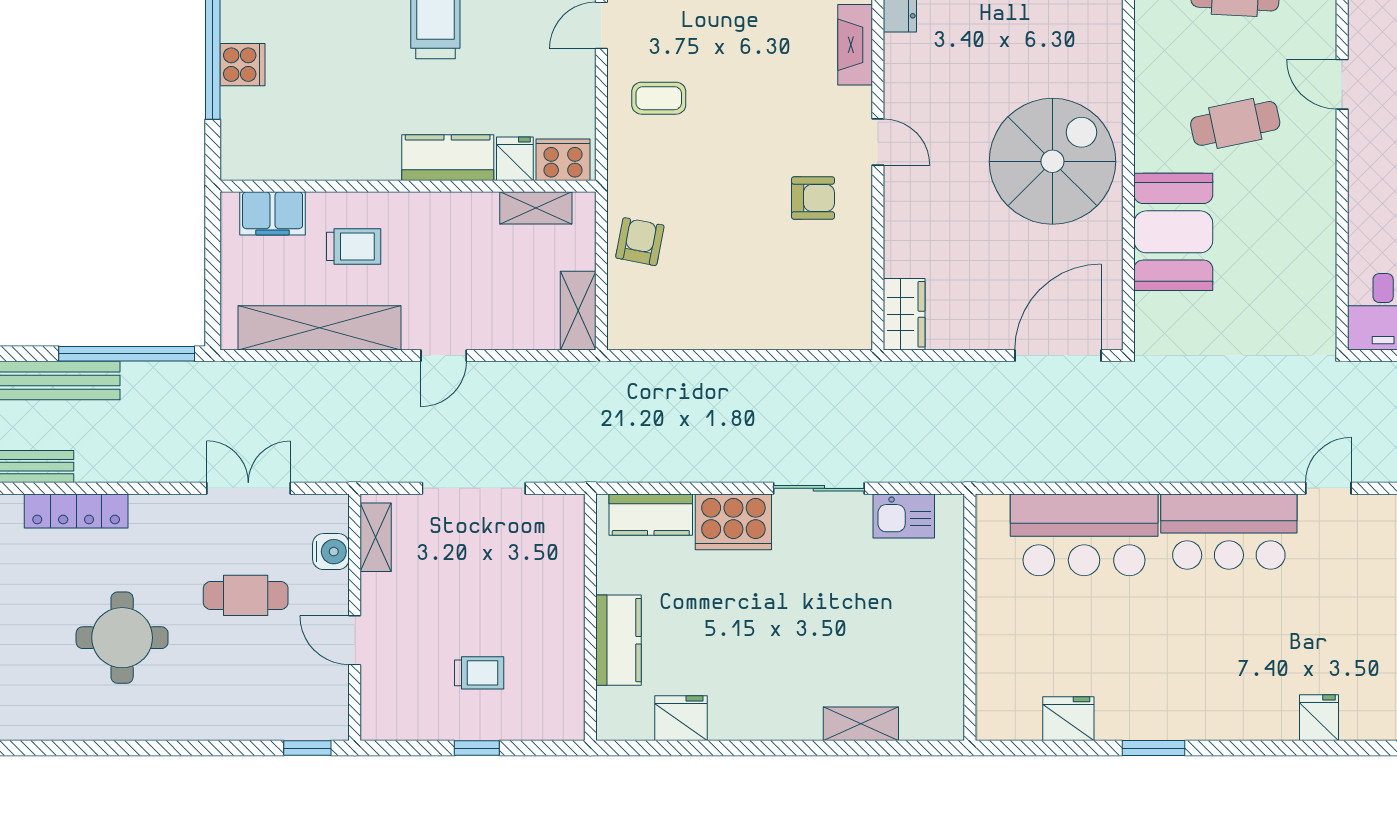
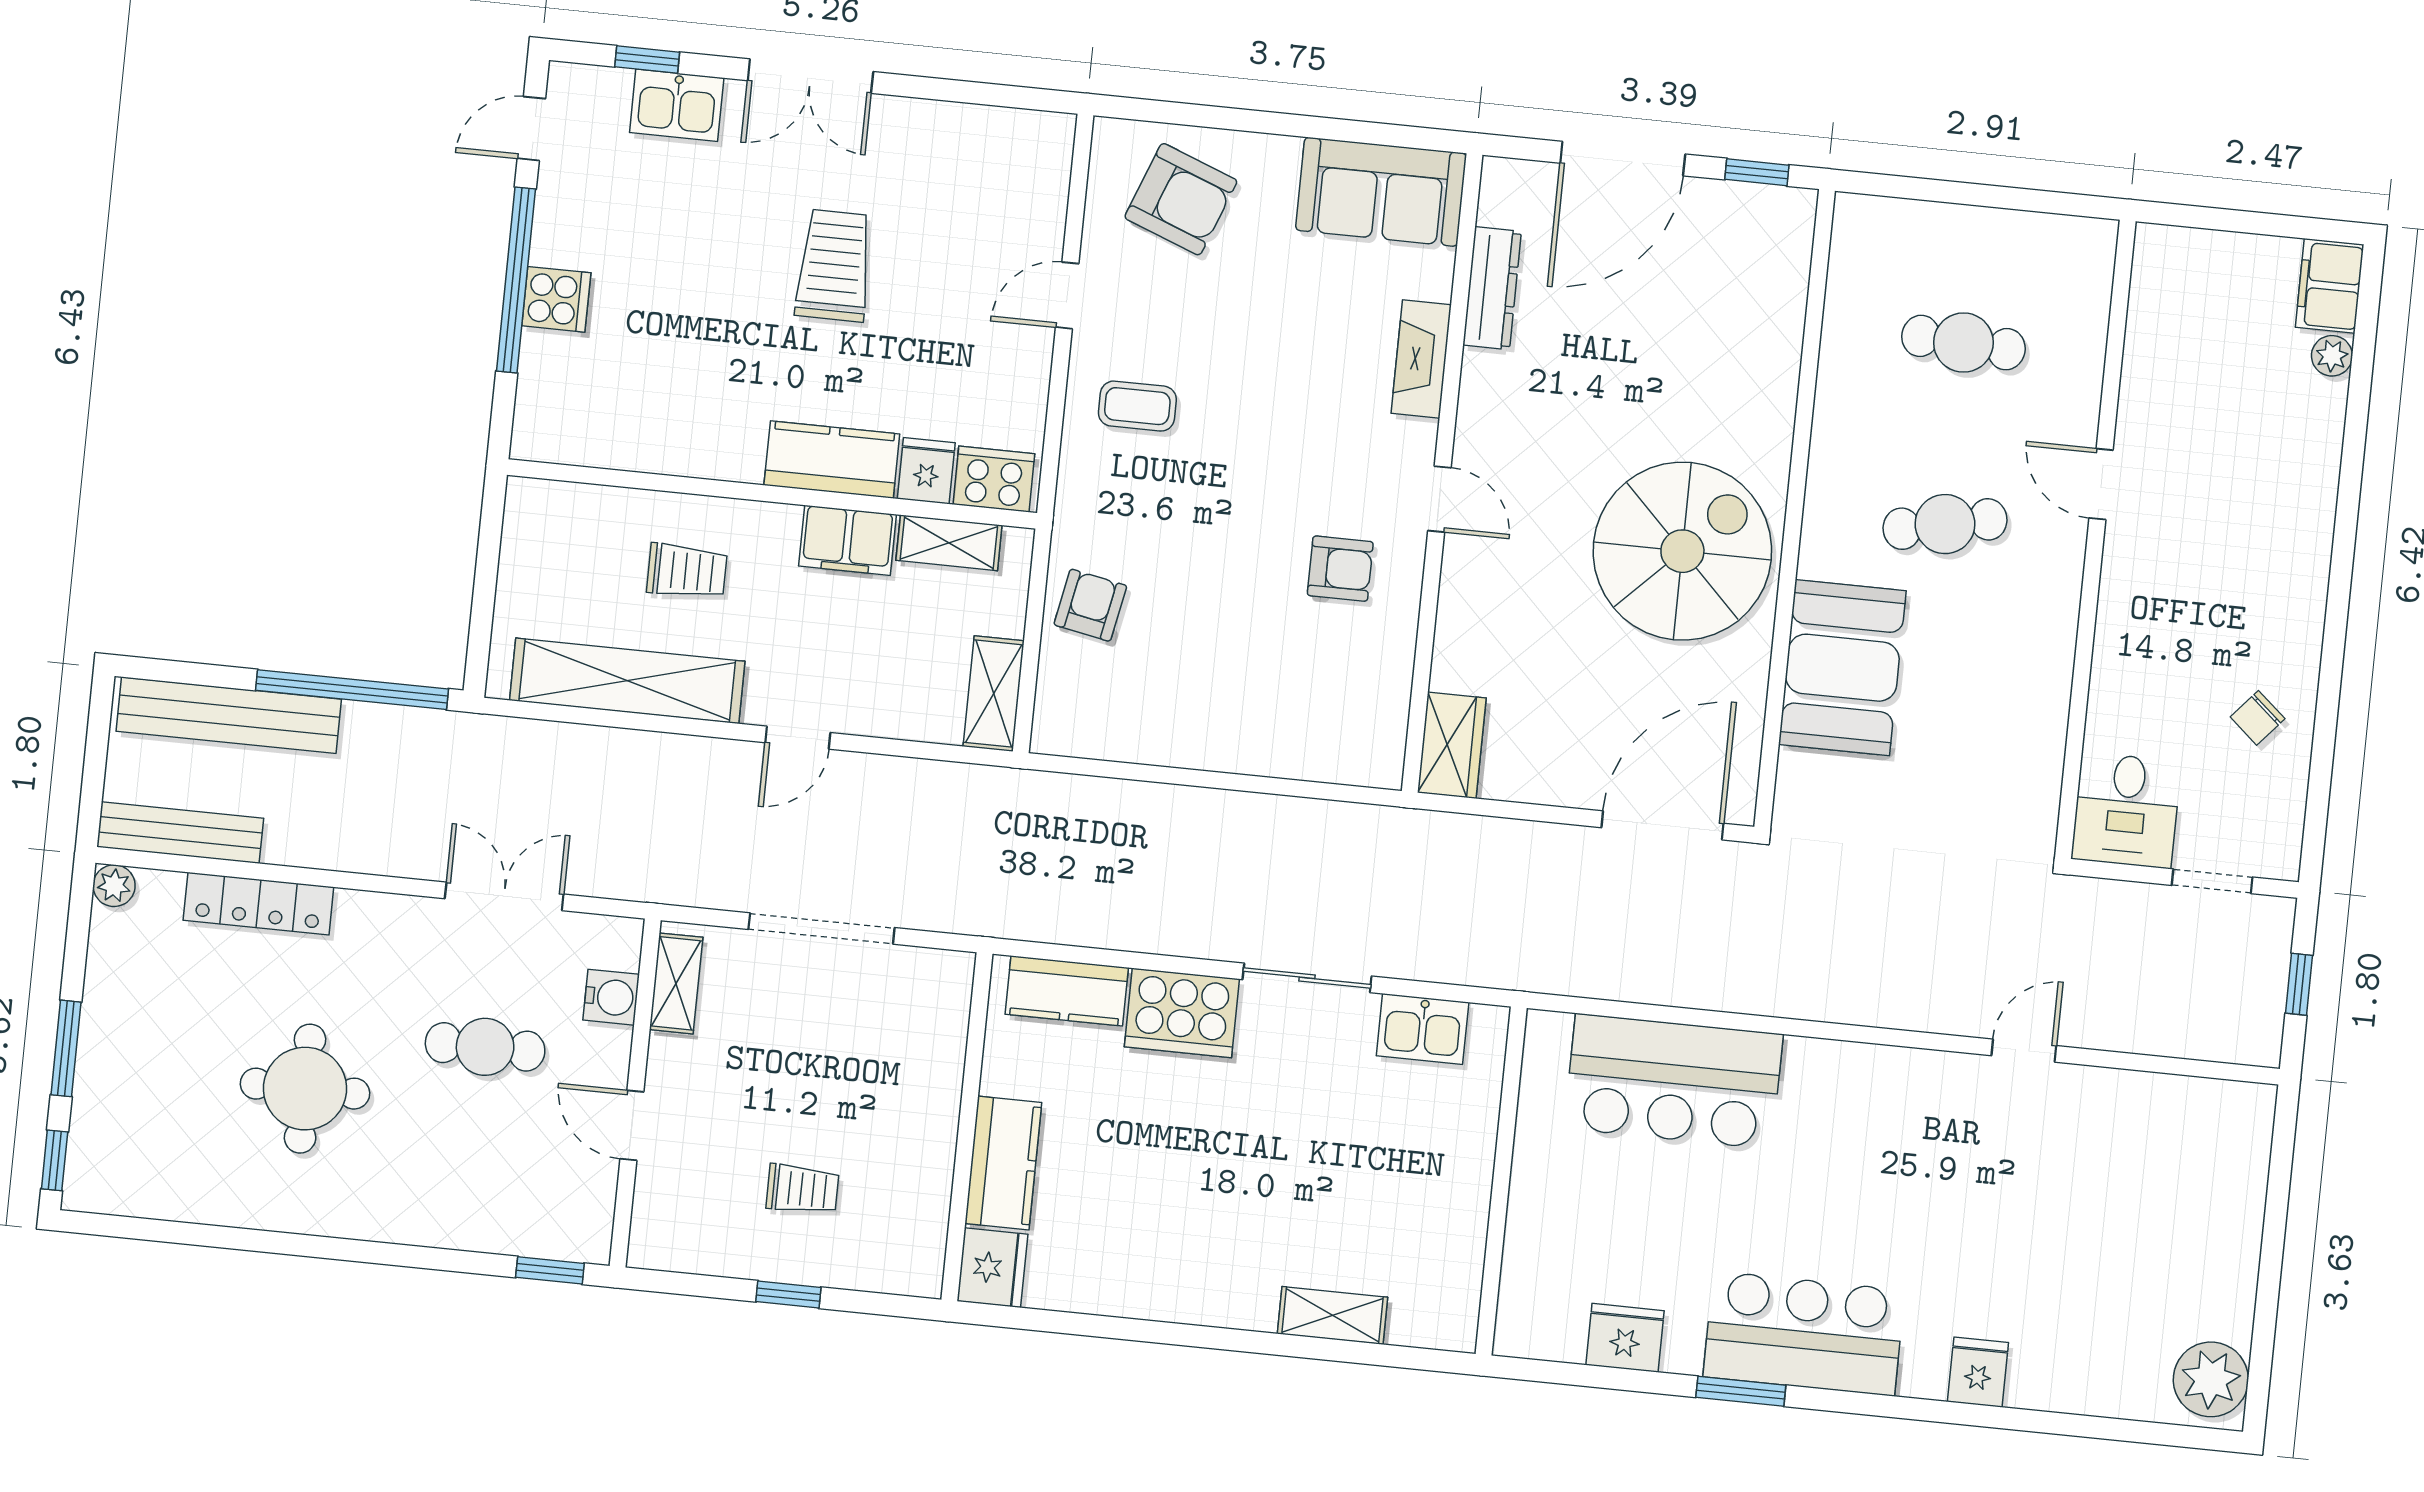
filing cabinet: (273, 213) -> (847, 540), moved
bar counter: (1229, 532) -> (1804, 1333), moved, turned 180
fridge: (681, 718) -> (993, 1268), moved, turned 90

